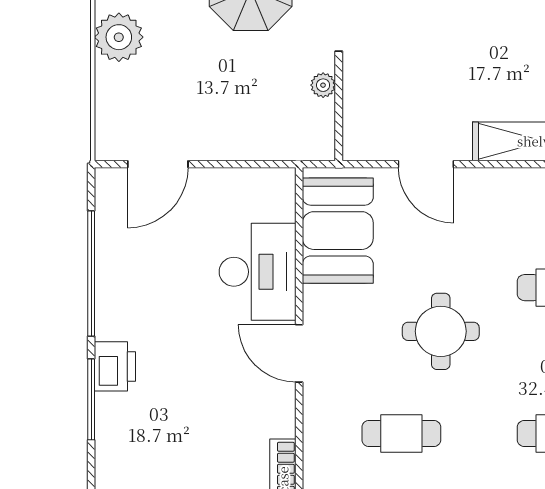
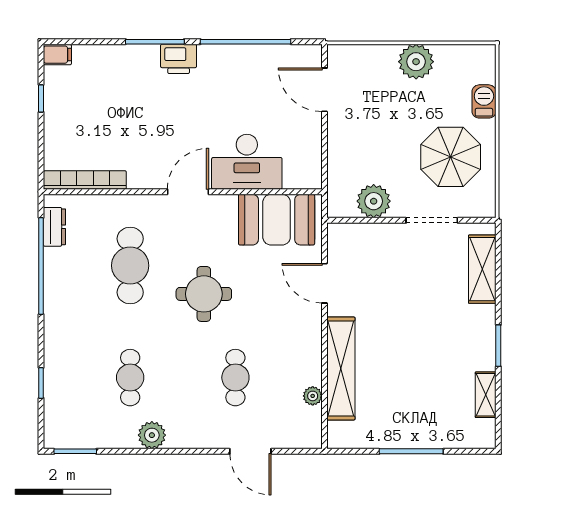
plant: (323, 85) -> (374, 201), width x1.87, depth x1.87
door: (426, 164) -> (324, 283), hinge flipped
cafe table: (401, 434) -> (130, 266), width x1.37, depth x1.35

